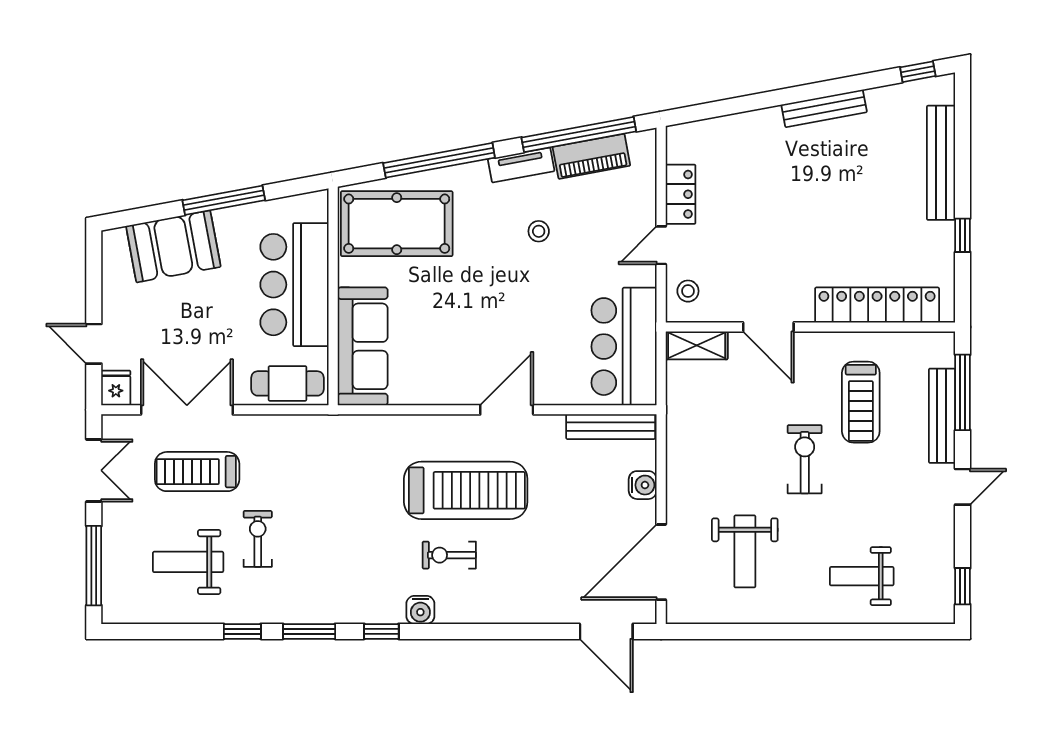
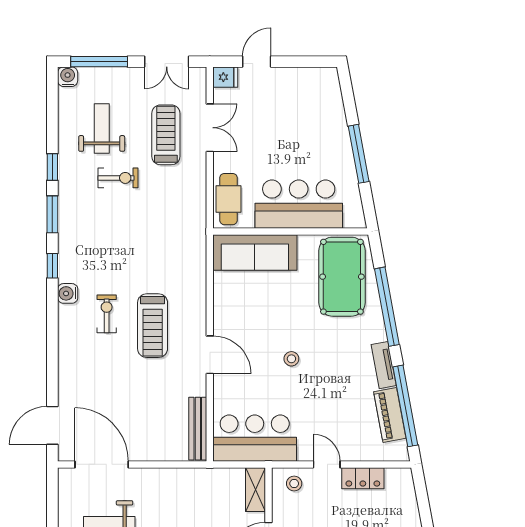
stool: (539, 231) -> (291, 359), moved
booth: (173, 246) -> (326, 118), removed
double door: (187, 410) -> (210, 128), width x0.73
water cooler: (643, 485) -> (68, 77), moved, turned 180
treadmill: (466, 490) -> (153, 326), width x0.73, depth x0.73

